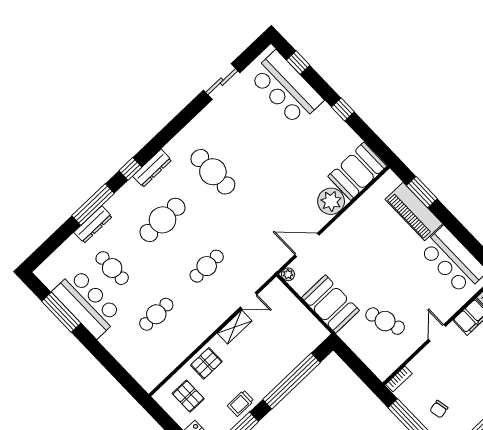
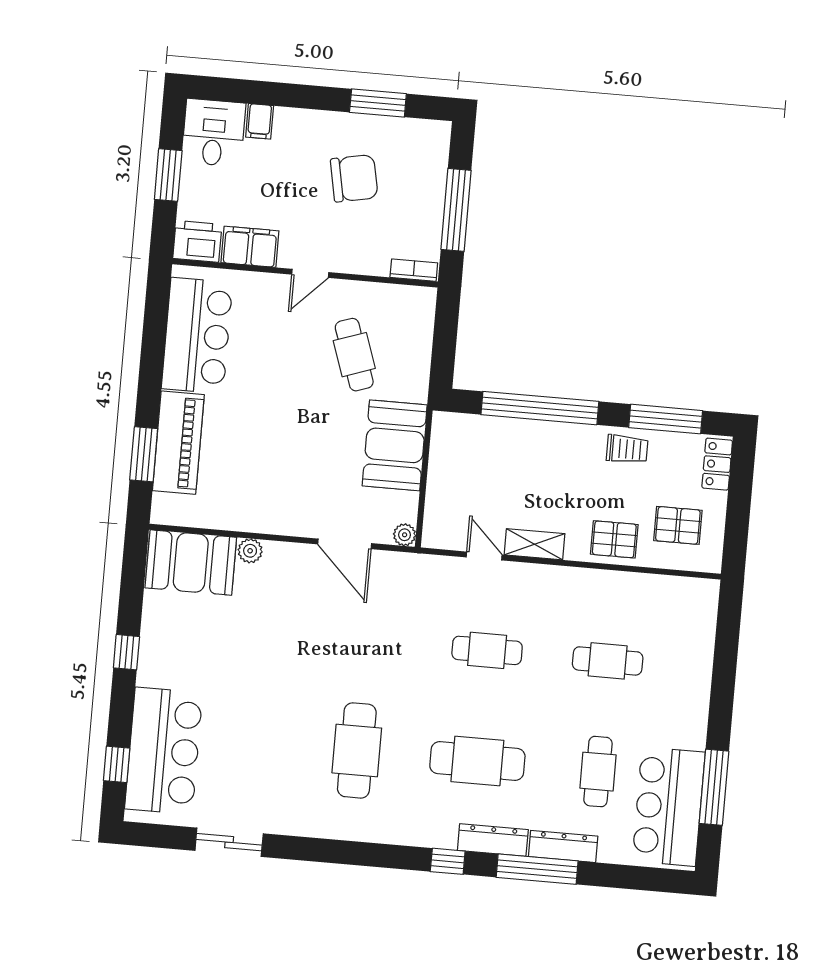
dresser: (152, 168) -> (493, 840), moved
plant: (331, 201) -> (250, 551), width x0.53, depth x0.53
bar counter: (87, 303) -> (669, 807), moved
pallet: (188, 396) -> (678, 525), turned 90
chair: (439, 409) -> (354, 178), moved, width x1.87, depth x1.87

